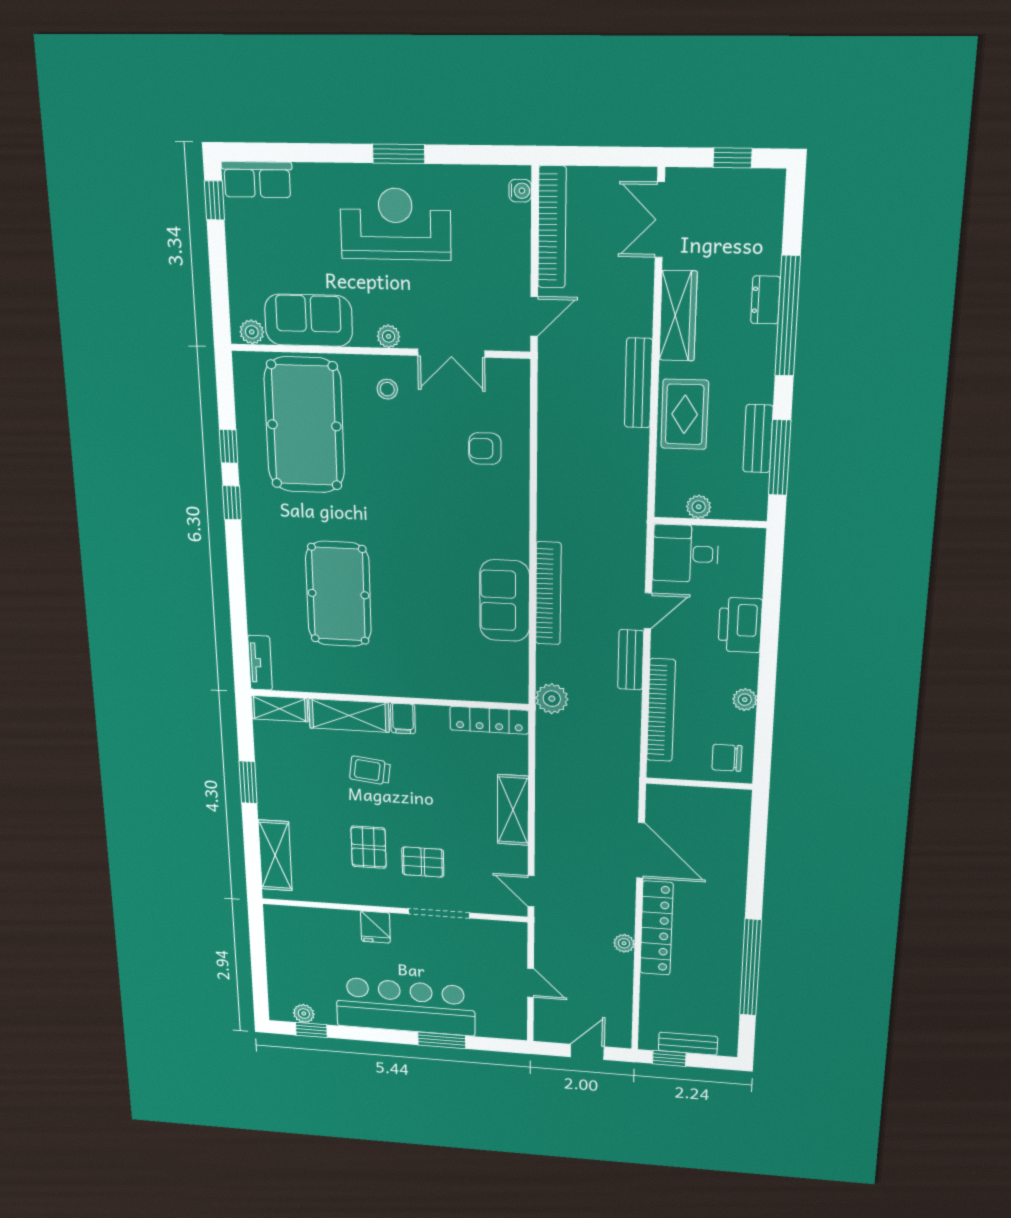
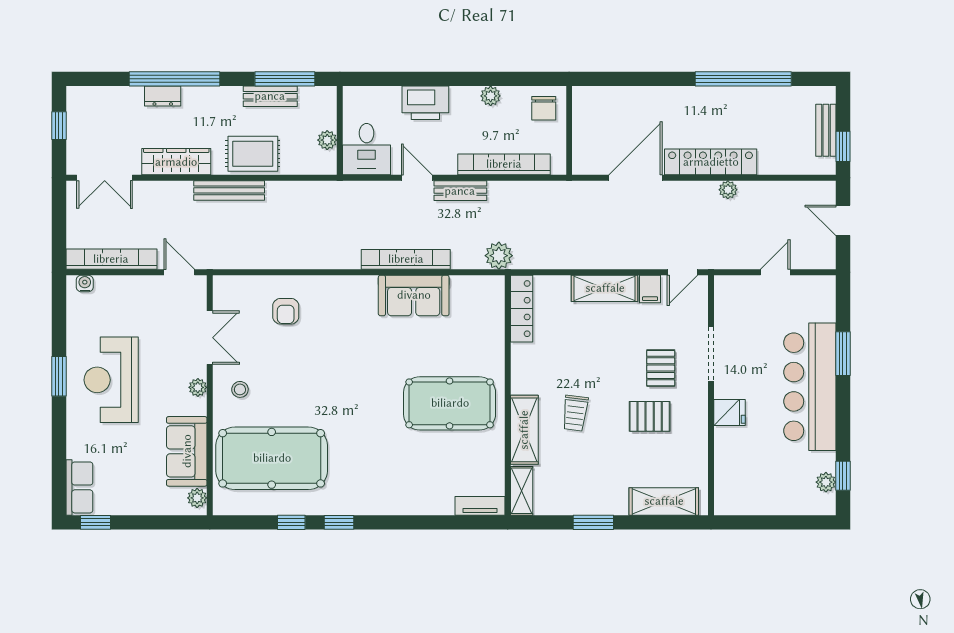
pool table: (338, 594) -> (450, 403), moved
filing cabinet: (403, 718) -> (650, 289), moved, turned 90

